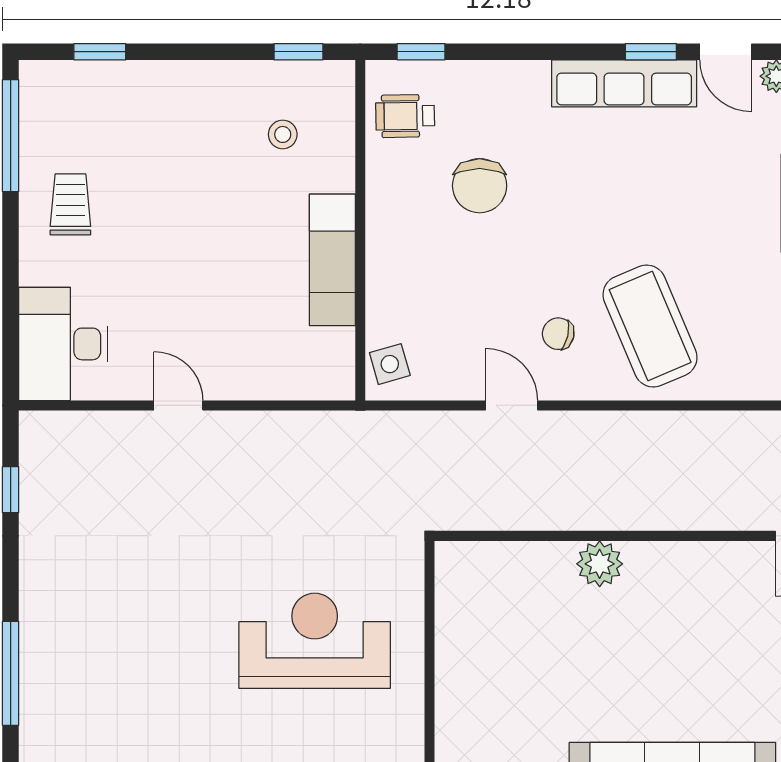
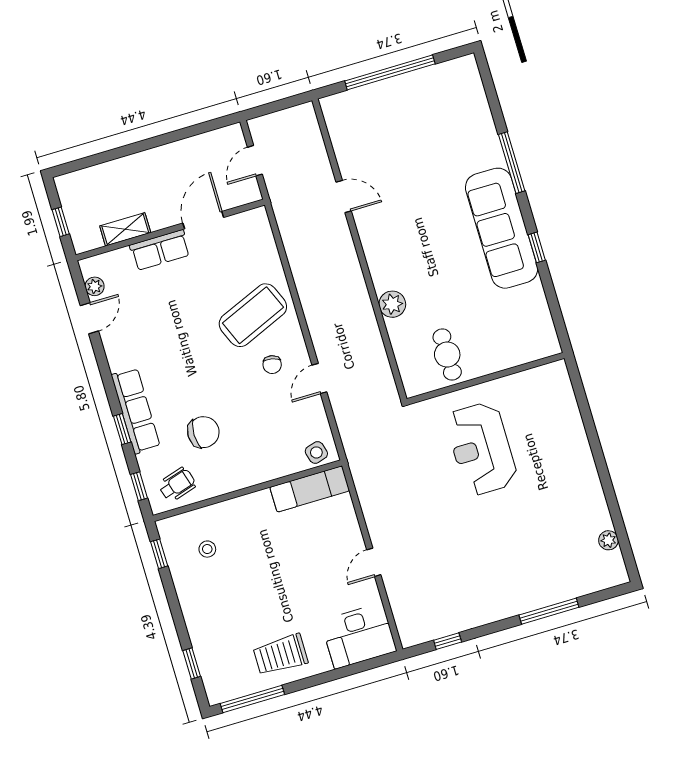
window: (651, 52) -> (122, 429), moved
row of seats: (624, 83) -> (136, 411), moved
wheelchair: (405, 116) -> (177, 485), turned -106
trolley: (70, 204) -> (281, 655), width x1.36, depth x1.39
exam couch: (332, 260) -> (310, 489), moved
cafe table: (489, 630) -> (447, 355), added

